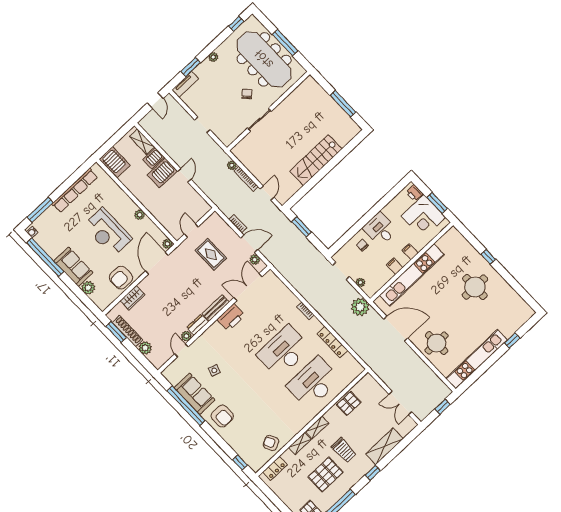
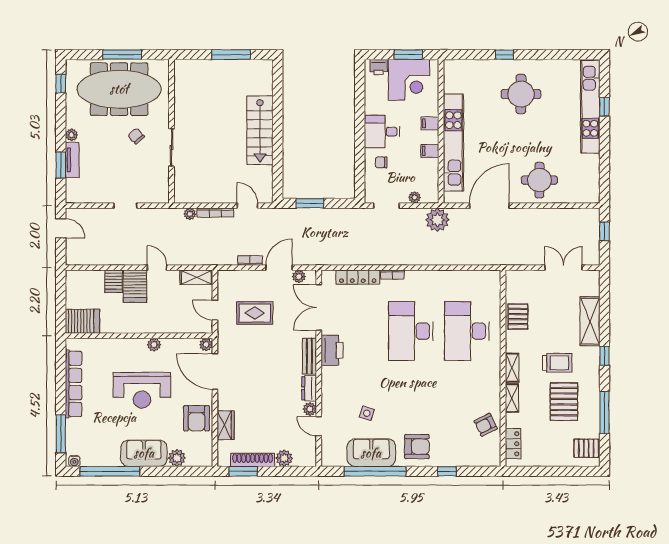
tv unit: (185, 84) -> (72, 160), moved
shelving: (142, 142) -> (196, 277), moved
locker: (332, 342) -> (358, 277), moved
kitchen unit: (476, 359) -> (590, 107), moved
double door: (400, 403) -> (563, 268), swing flipped
window: (240, 462) -> (447, 471), moved

